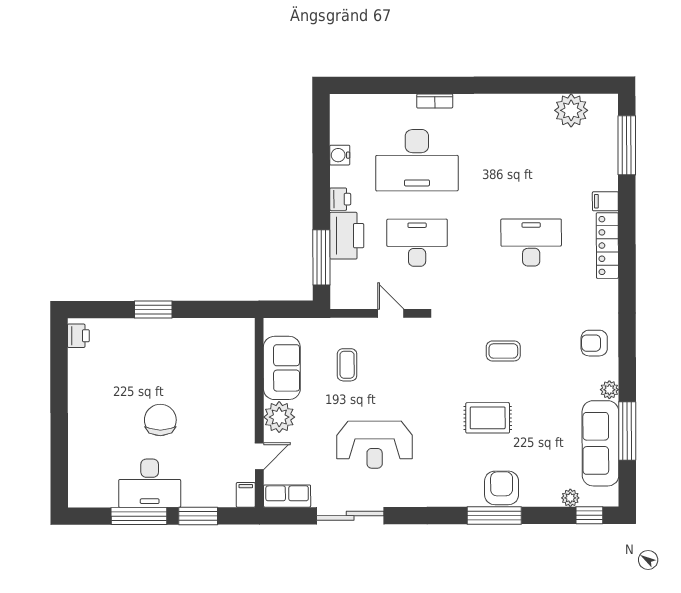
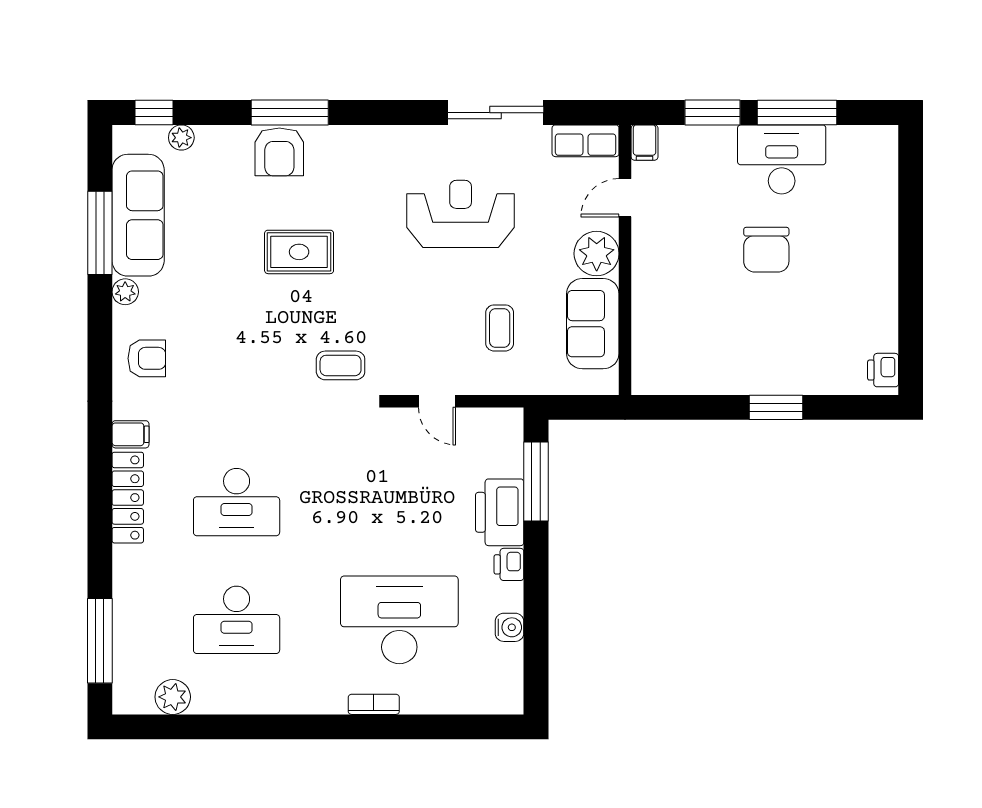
plant: (571, 110) -> (173, 697), width x0.73, depth x0.73
filing cabinet: (605, 201) -> (130, 434), moved
desk: (417, 243) -> (237, 620), moved
coffee table: (503, 351) -> (341, 365), moved

